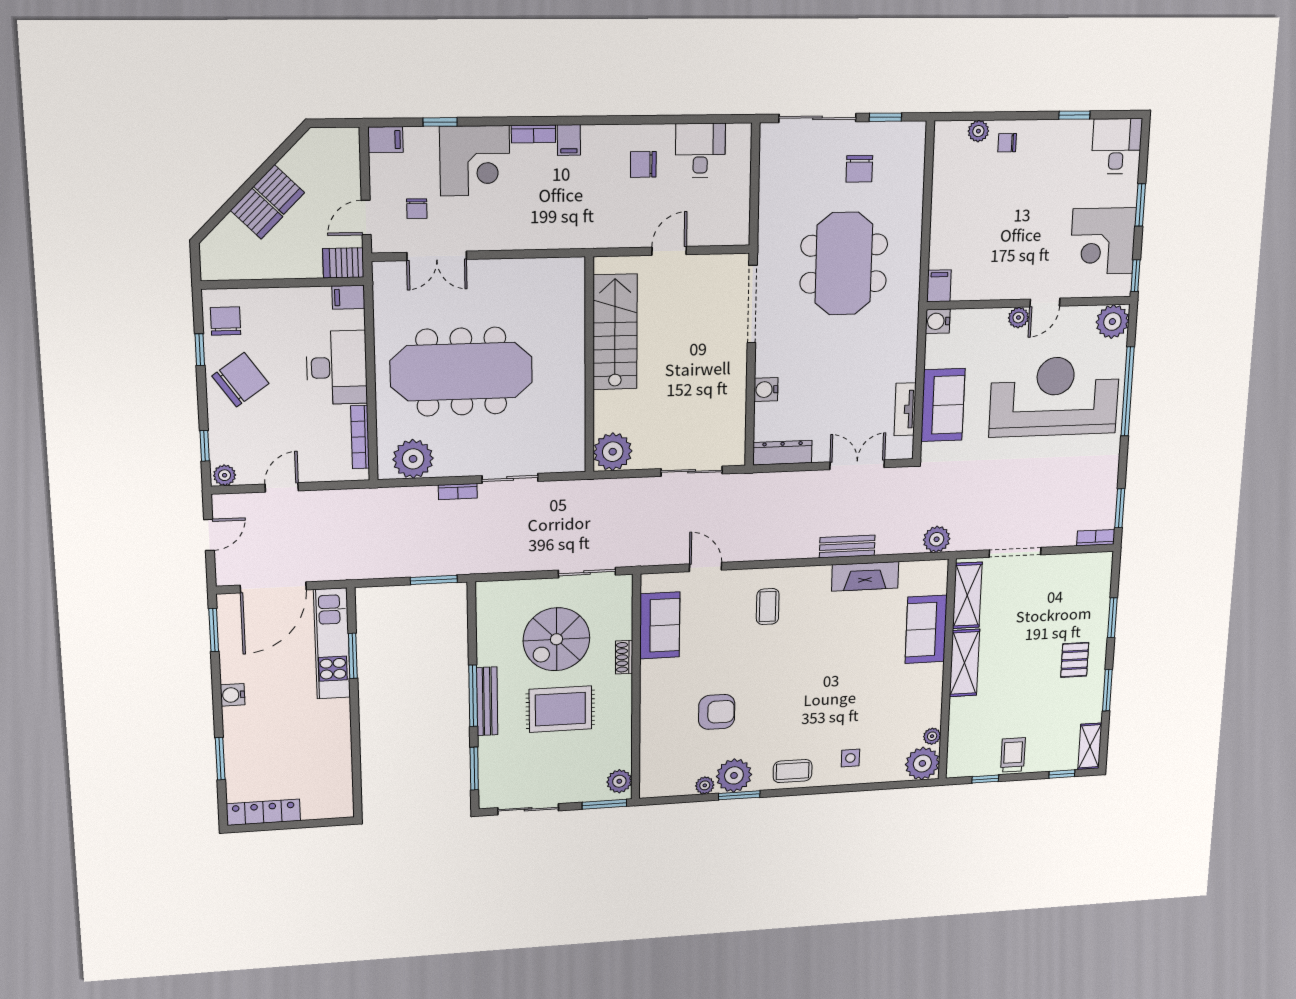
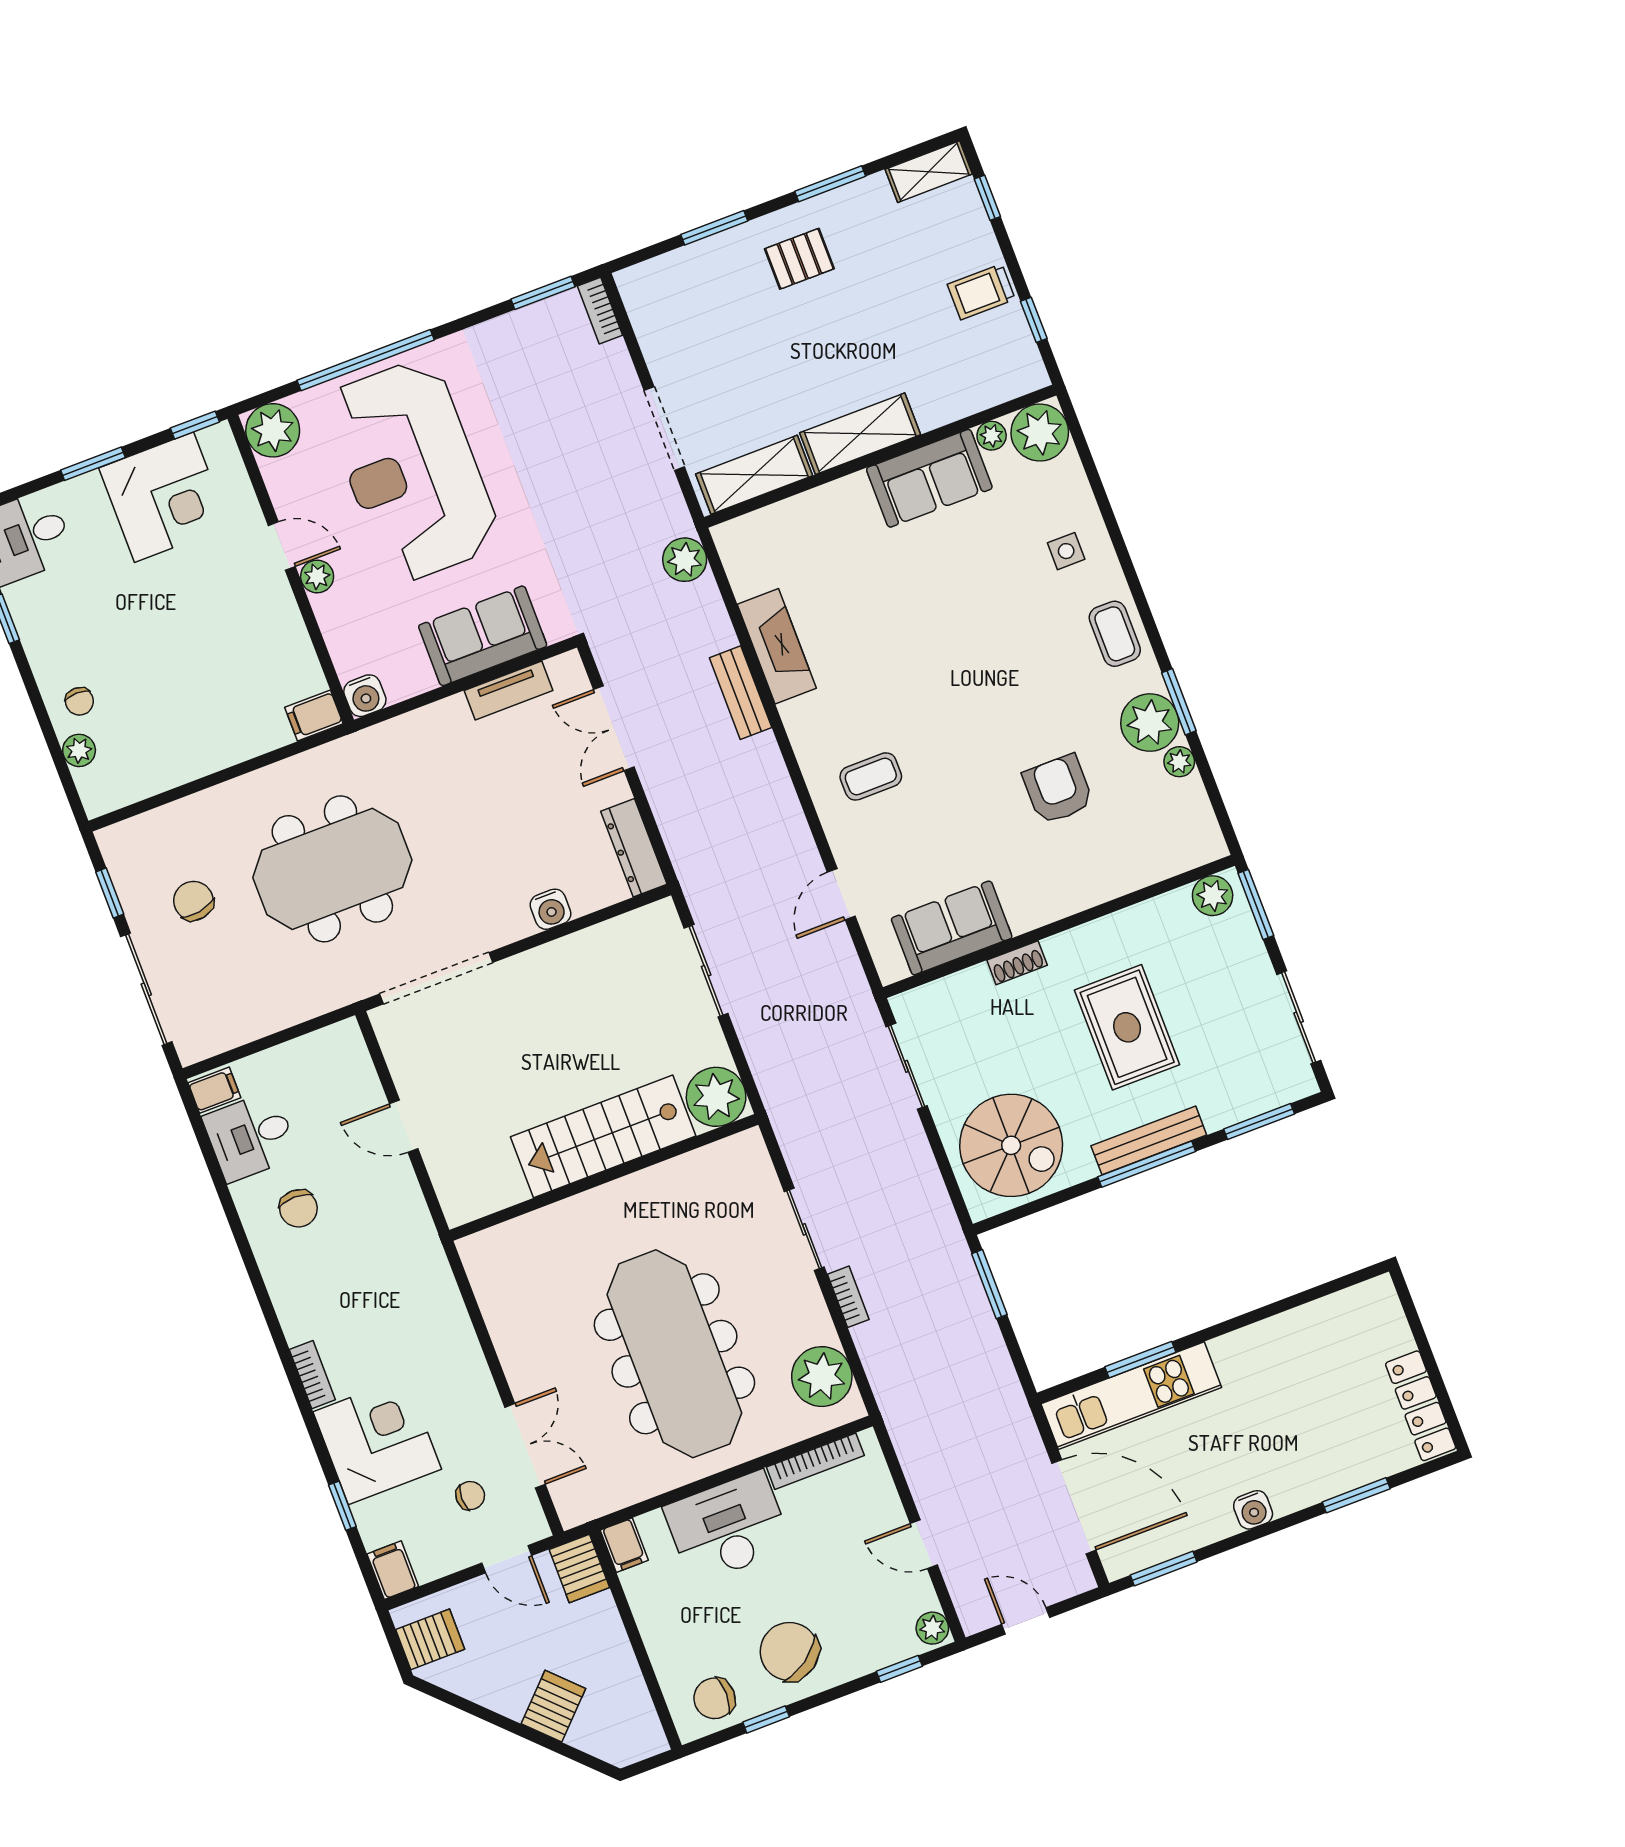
filing cabinet: (569, 140) -> (214, 1090), moved
chair: (859, 169) -> (193, 901), turned -100
server rack: (279, 189) -> (430, 1639), moved, turned 45
stairs: (615, 332) -> (603, 1136), moved
sofa: (926, 629) -> (929, 478), moved
spiral stairs: (556, 639) -> (1011, 1145), moved

